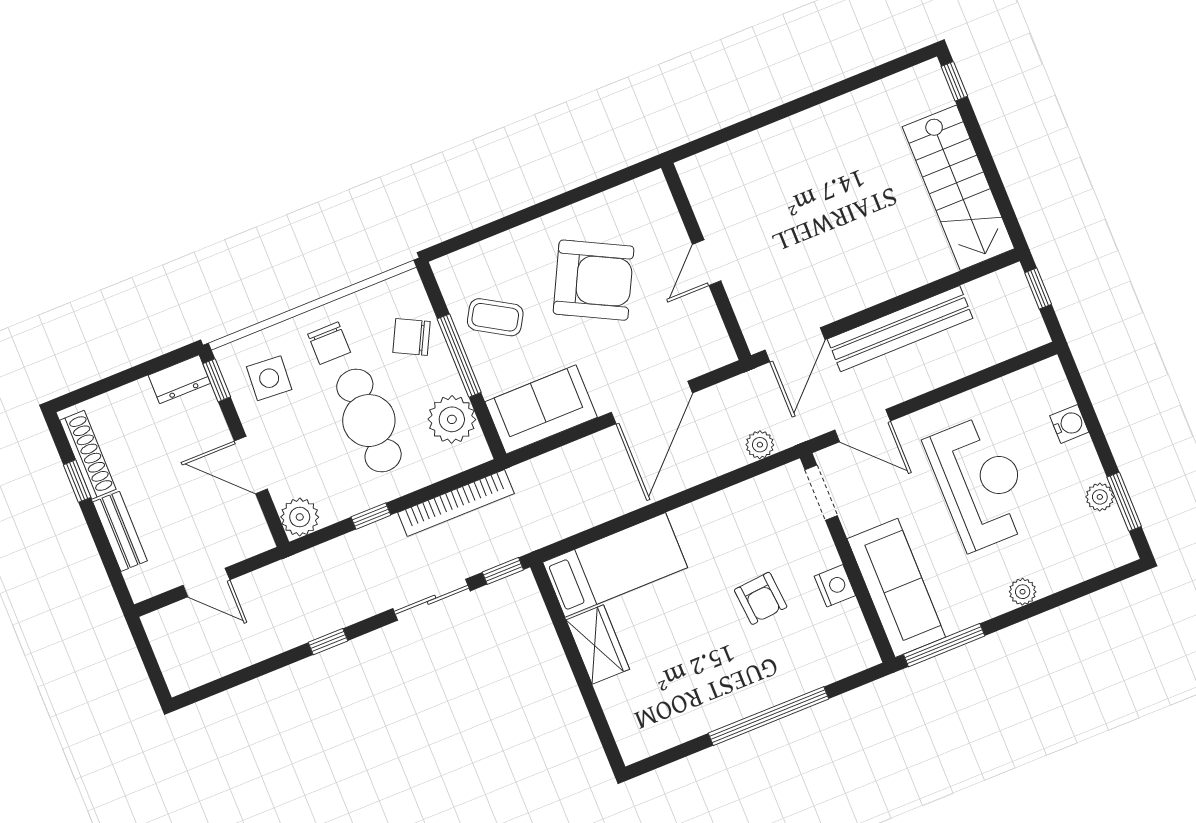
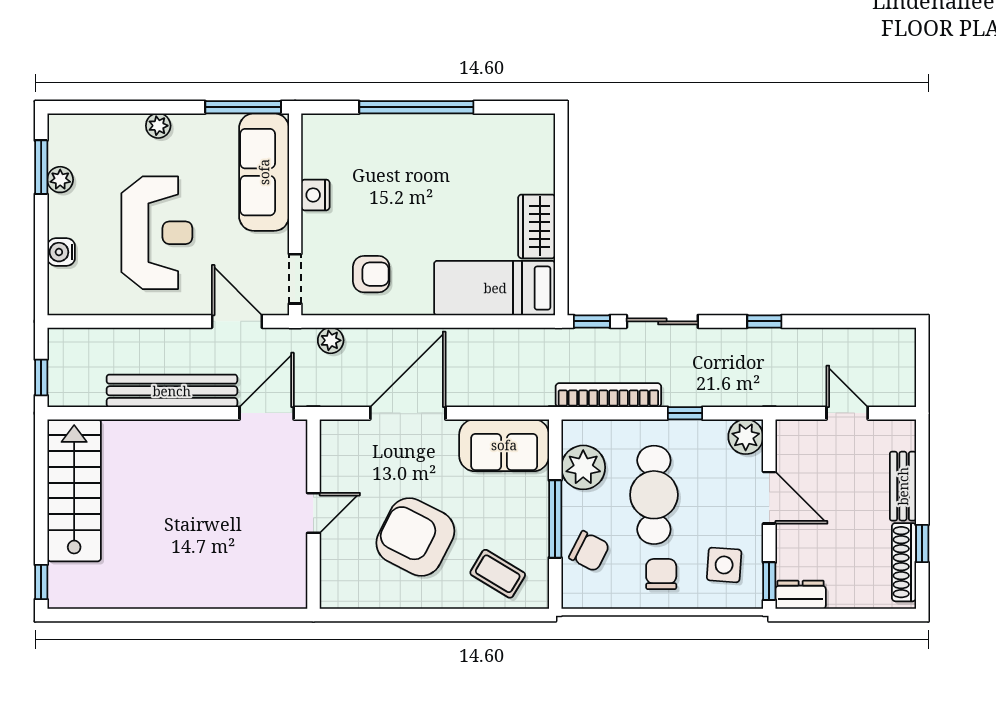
coffee table: (495, 317) -> (498, 574), moved
reception desk: (980, 483) -> (157, 233), turned 180
armchair: (761, 598) -> (371, 274), moved, turned 95

